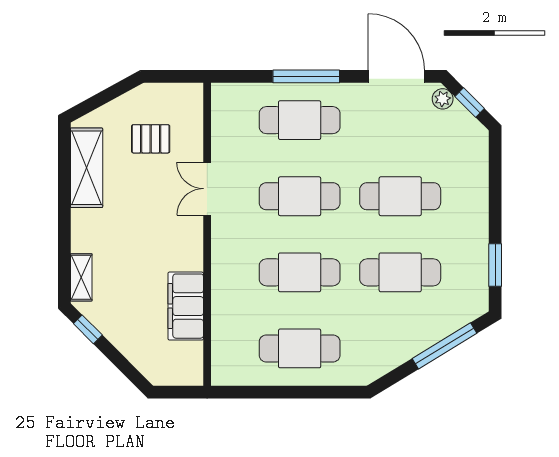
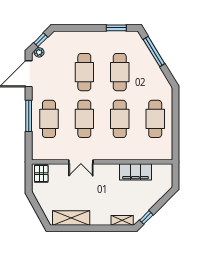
pallet: (151, 139) -> (41, 174), moved

